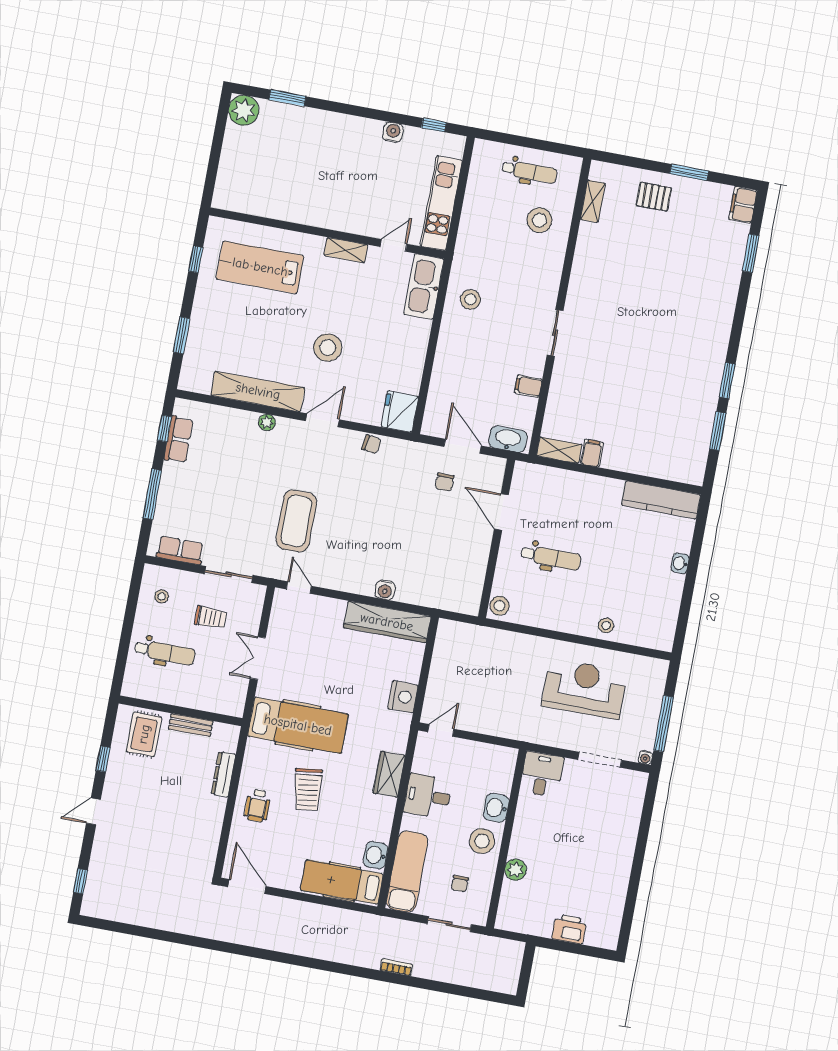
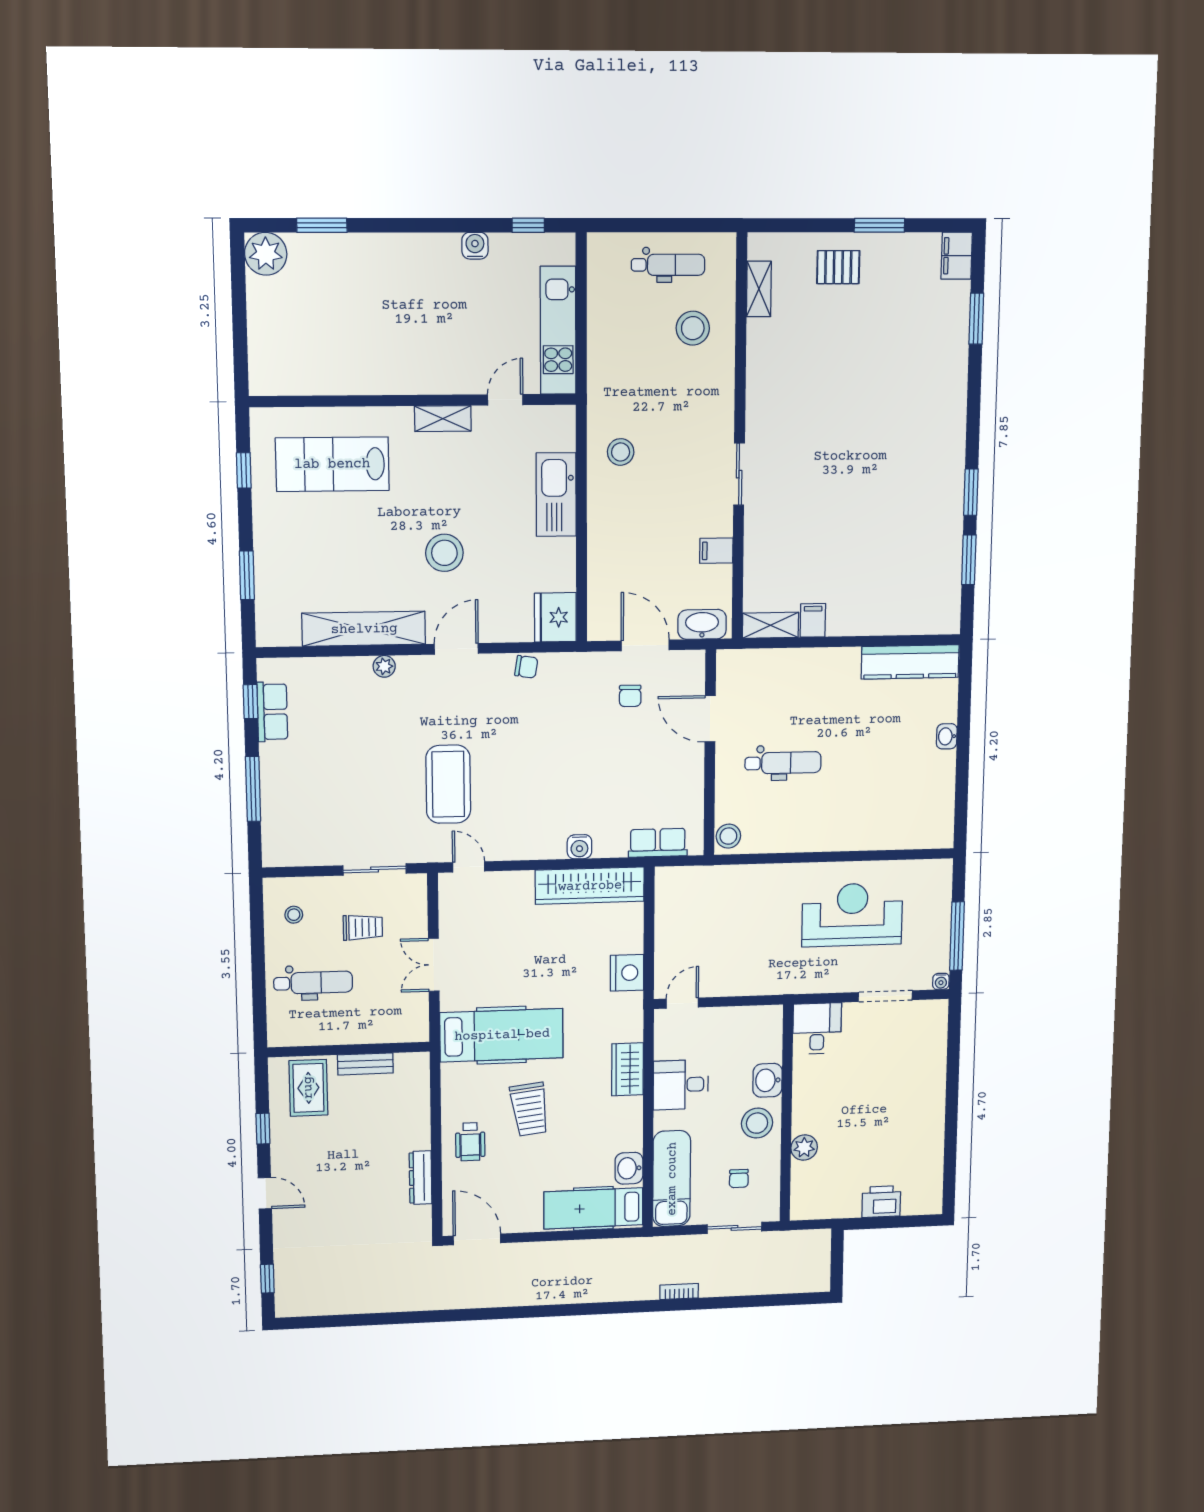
kitchen sink: (424, 287) -> (556, 495), moved
row of seats: (180, 550) -> (658, 843), moved
stool: (606, 625) -> (866, 832), removed
dresser: (223, 774) -> (421, 1178), moved
door: (93, 811) -> (265, 1193), swing flipped

